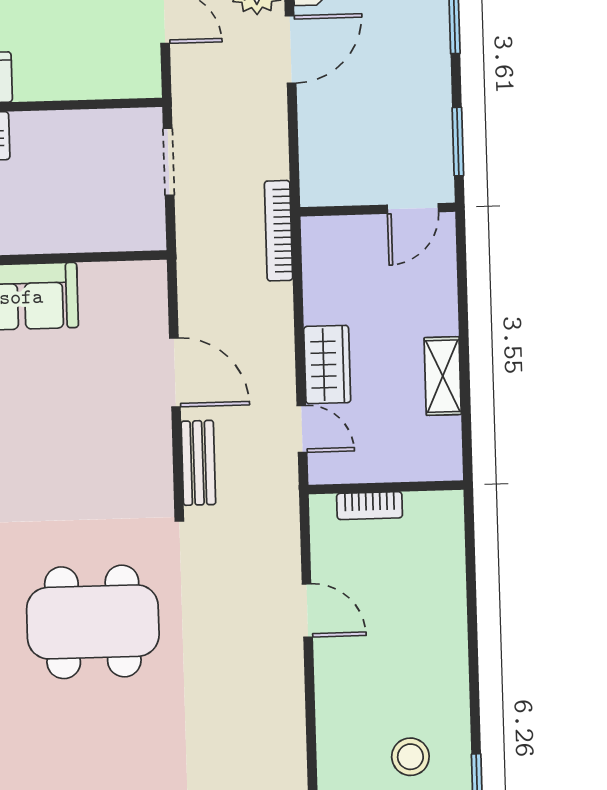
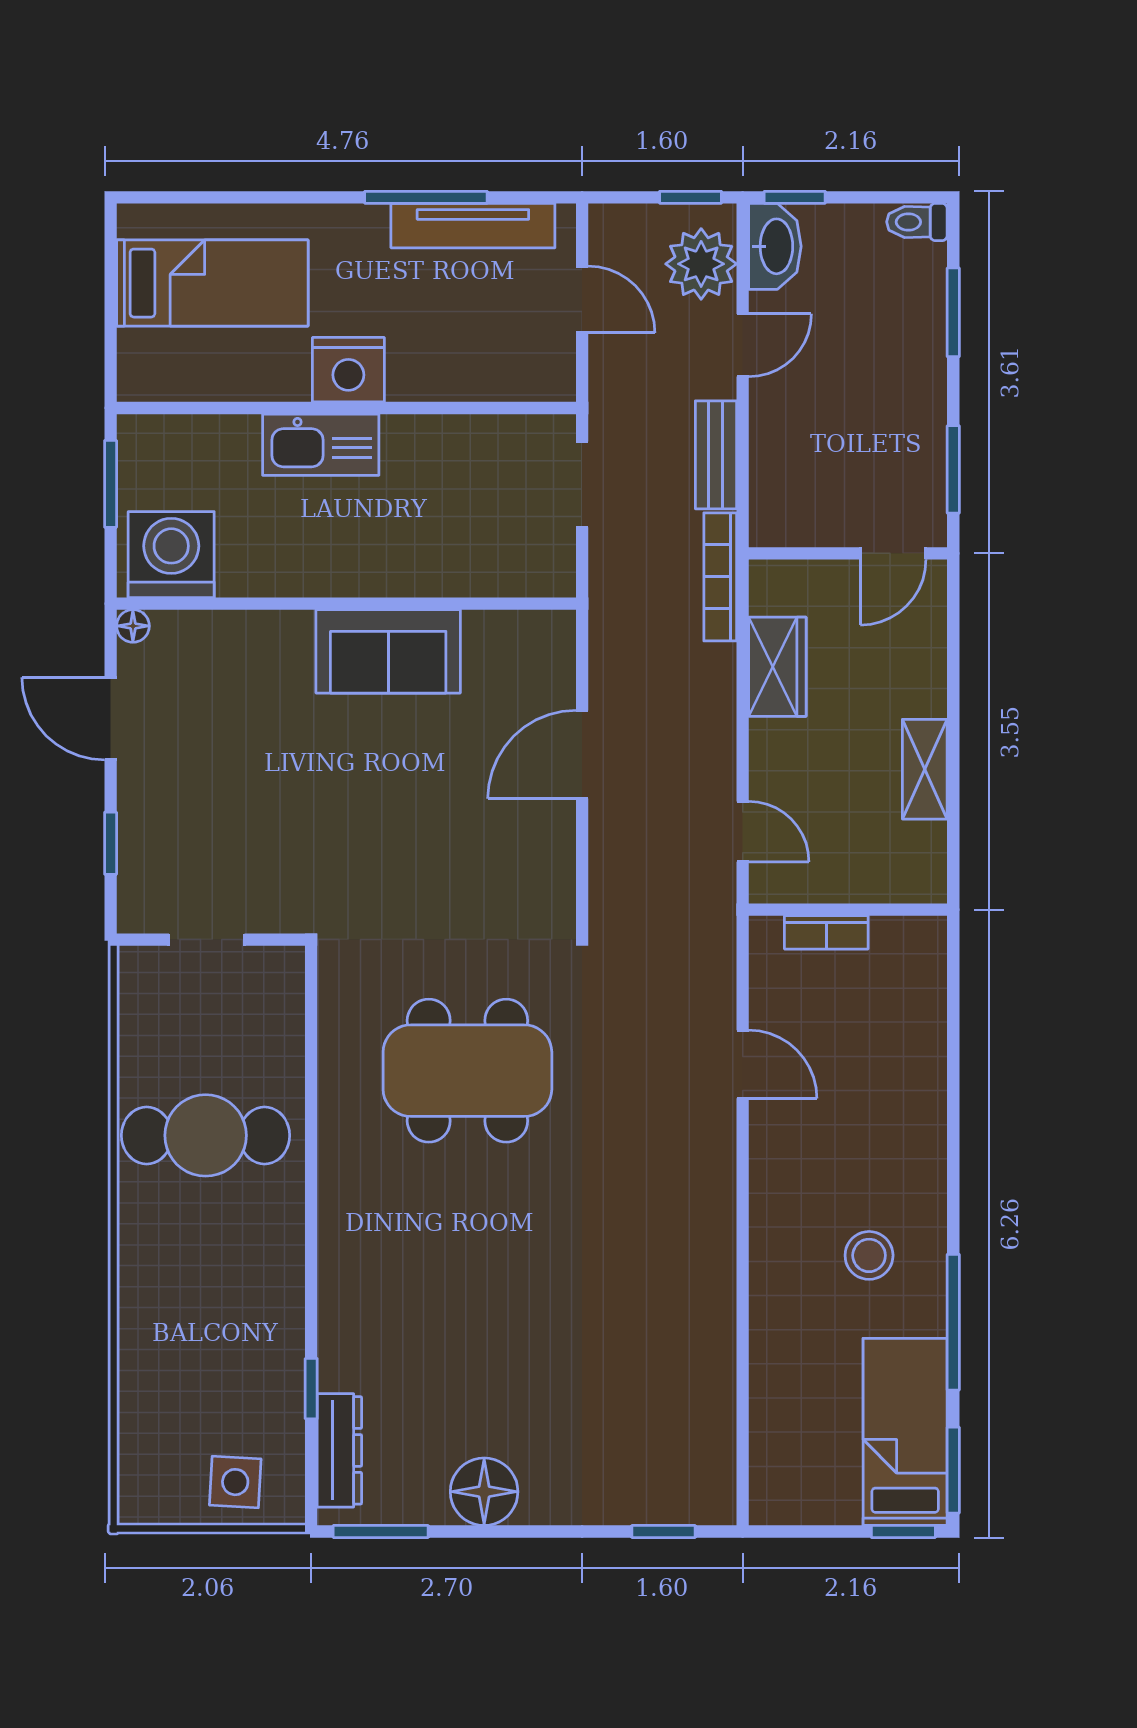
door: (291, 50) -> (743, 345), width x0.73
wardrobe: (327, 365) -> (777, 667), moved
door: (175, 373) -> (582, 755), swing flipped
bench: (198, 463) -> (716, 455), moved

